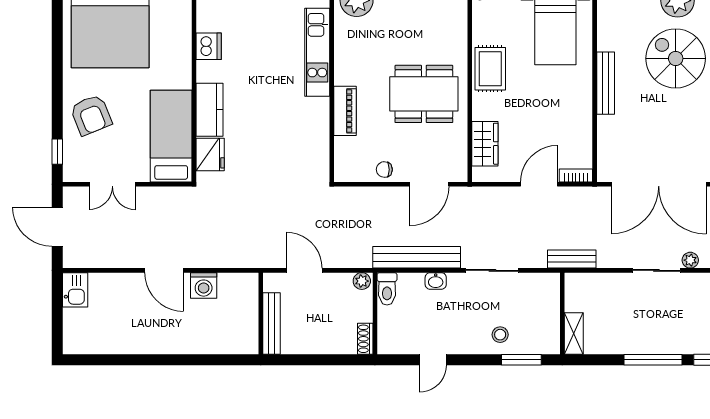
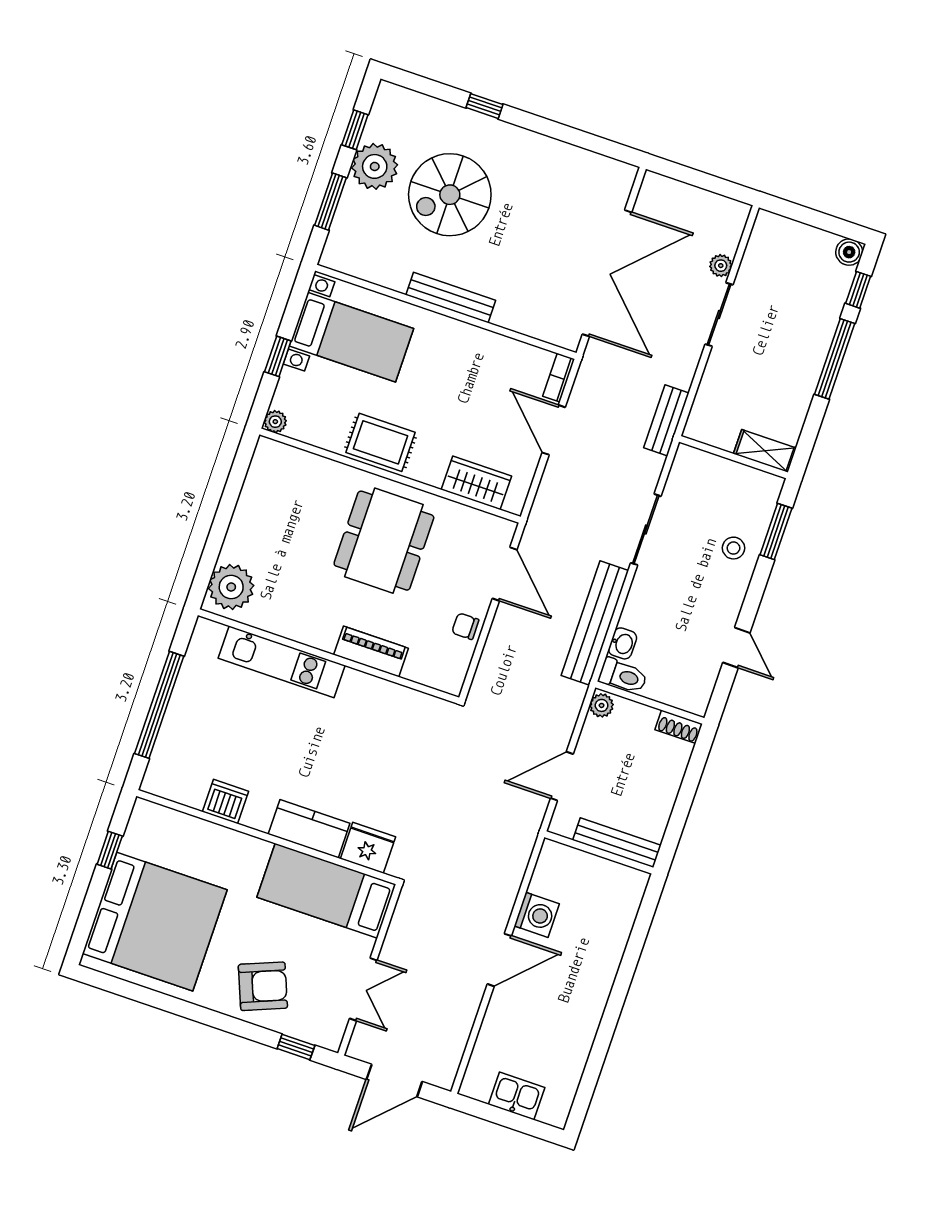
chair: (384, 169) -> (465, 626), turned 89
washbasin: (436, 281) -> (623, 643), moved
kitchen sink: (75, 290) -> (517, 1096), moved

